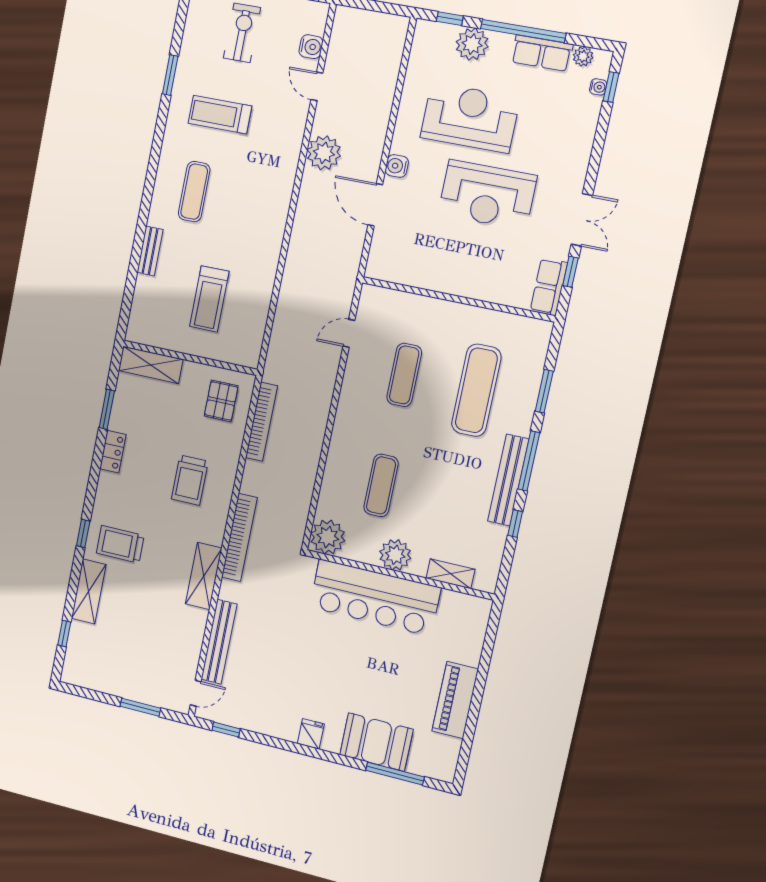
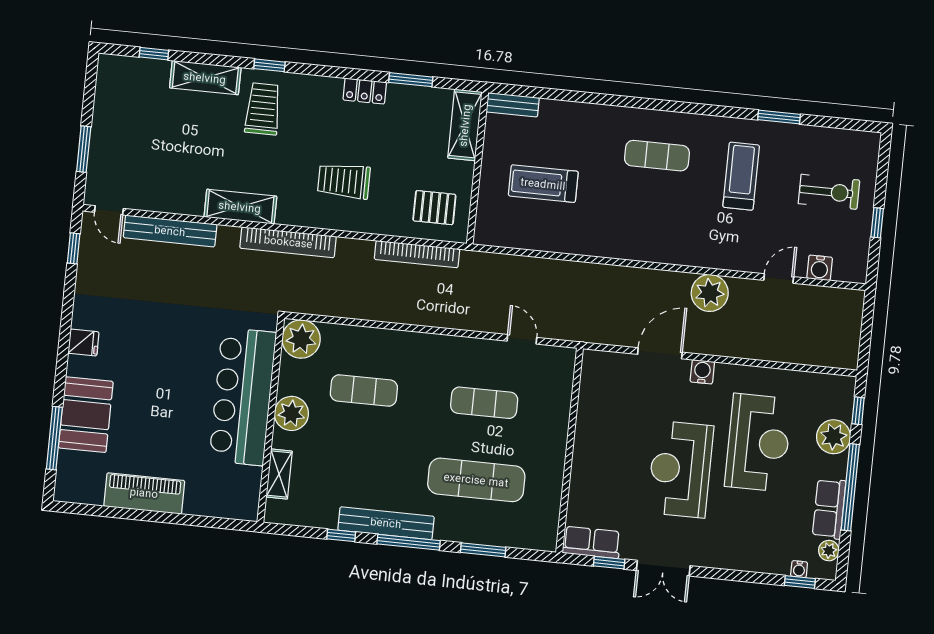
bench: (150, 251) -> (513, 105), moved

